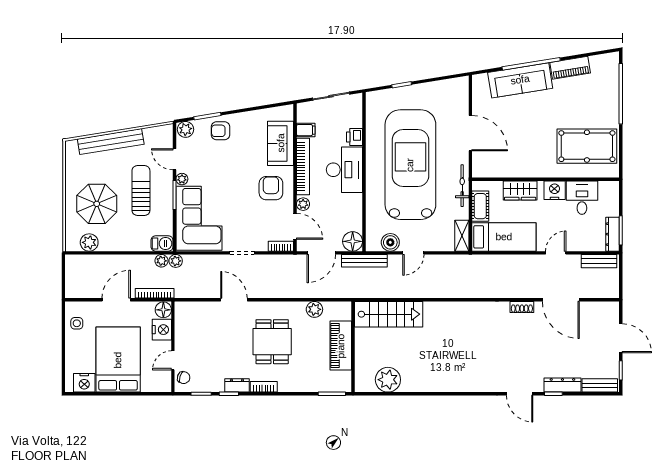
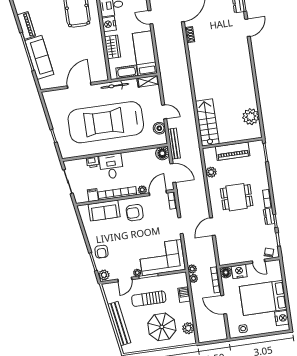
desk: (344, 170) -> (111, 166), width x0.73
barbecue: (162, 243) -> (184, 295), moved

